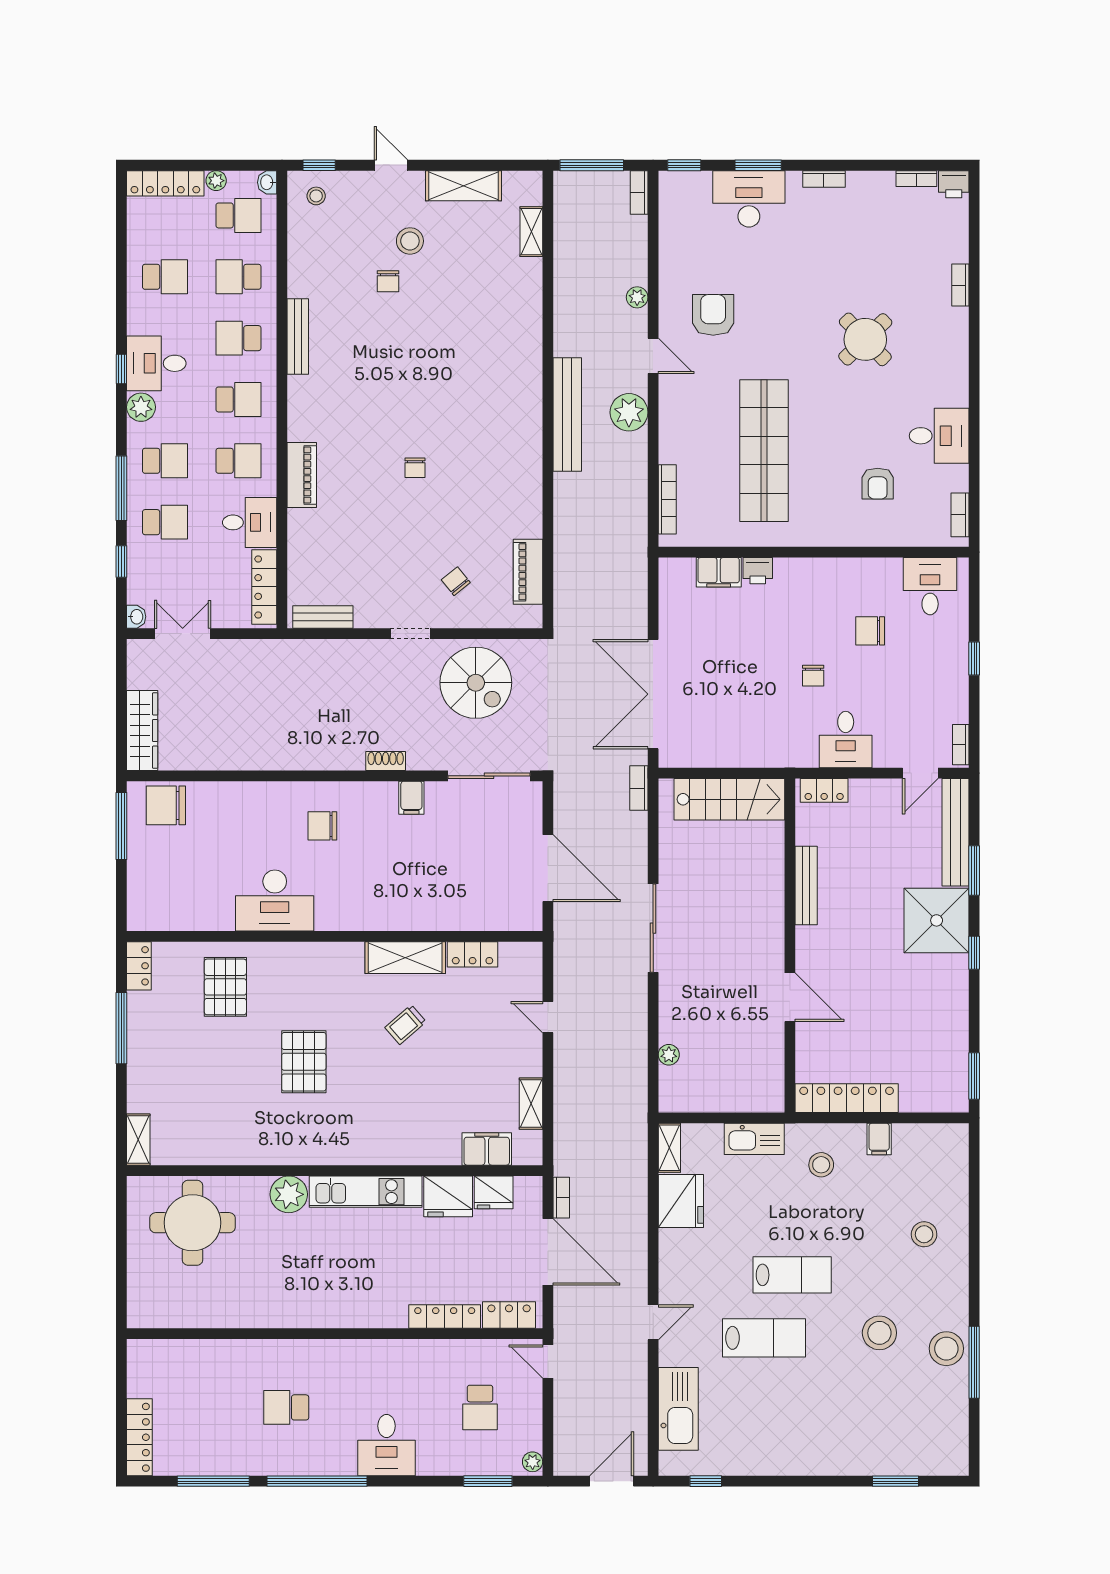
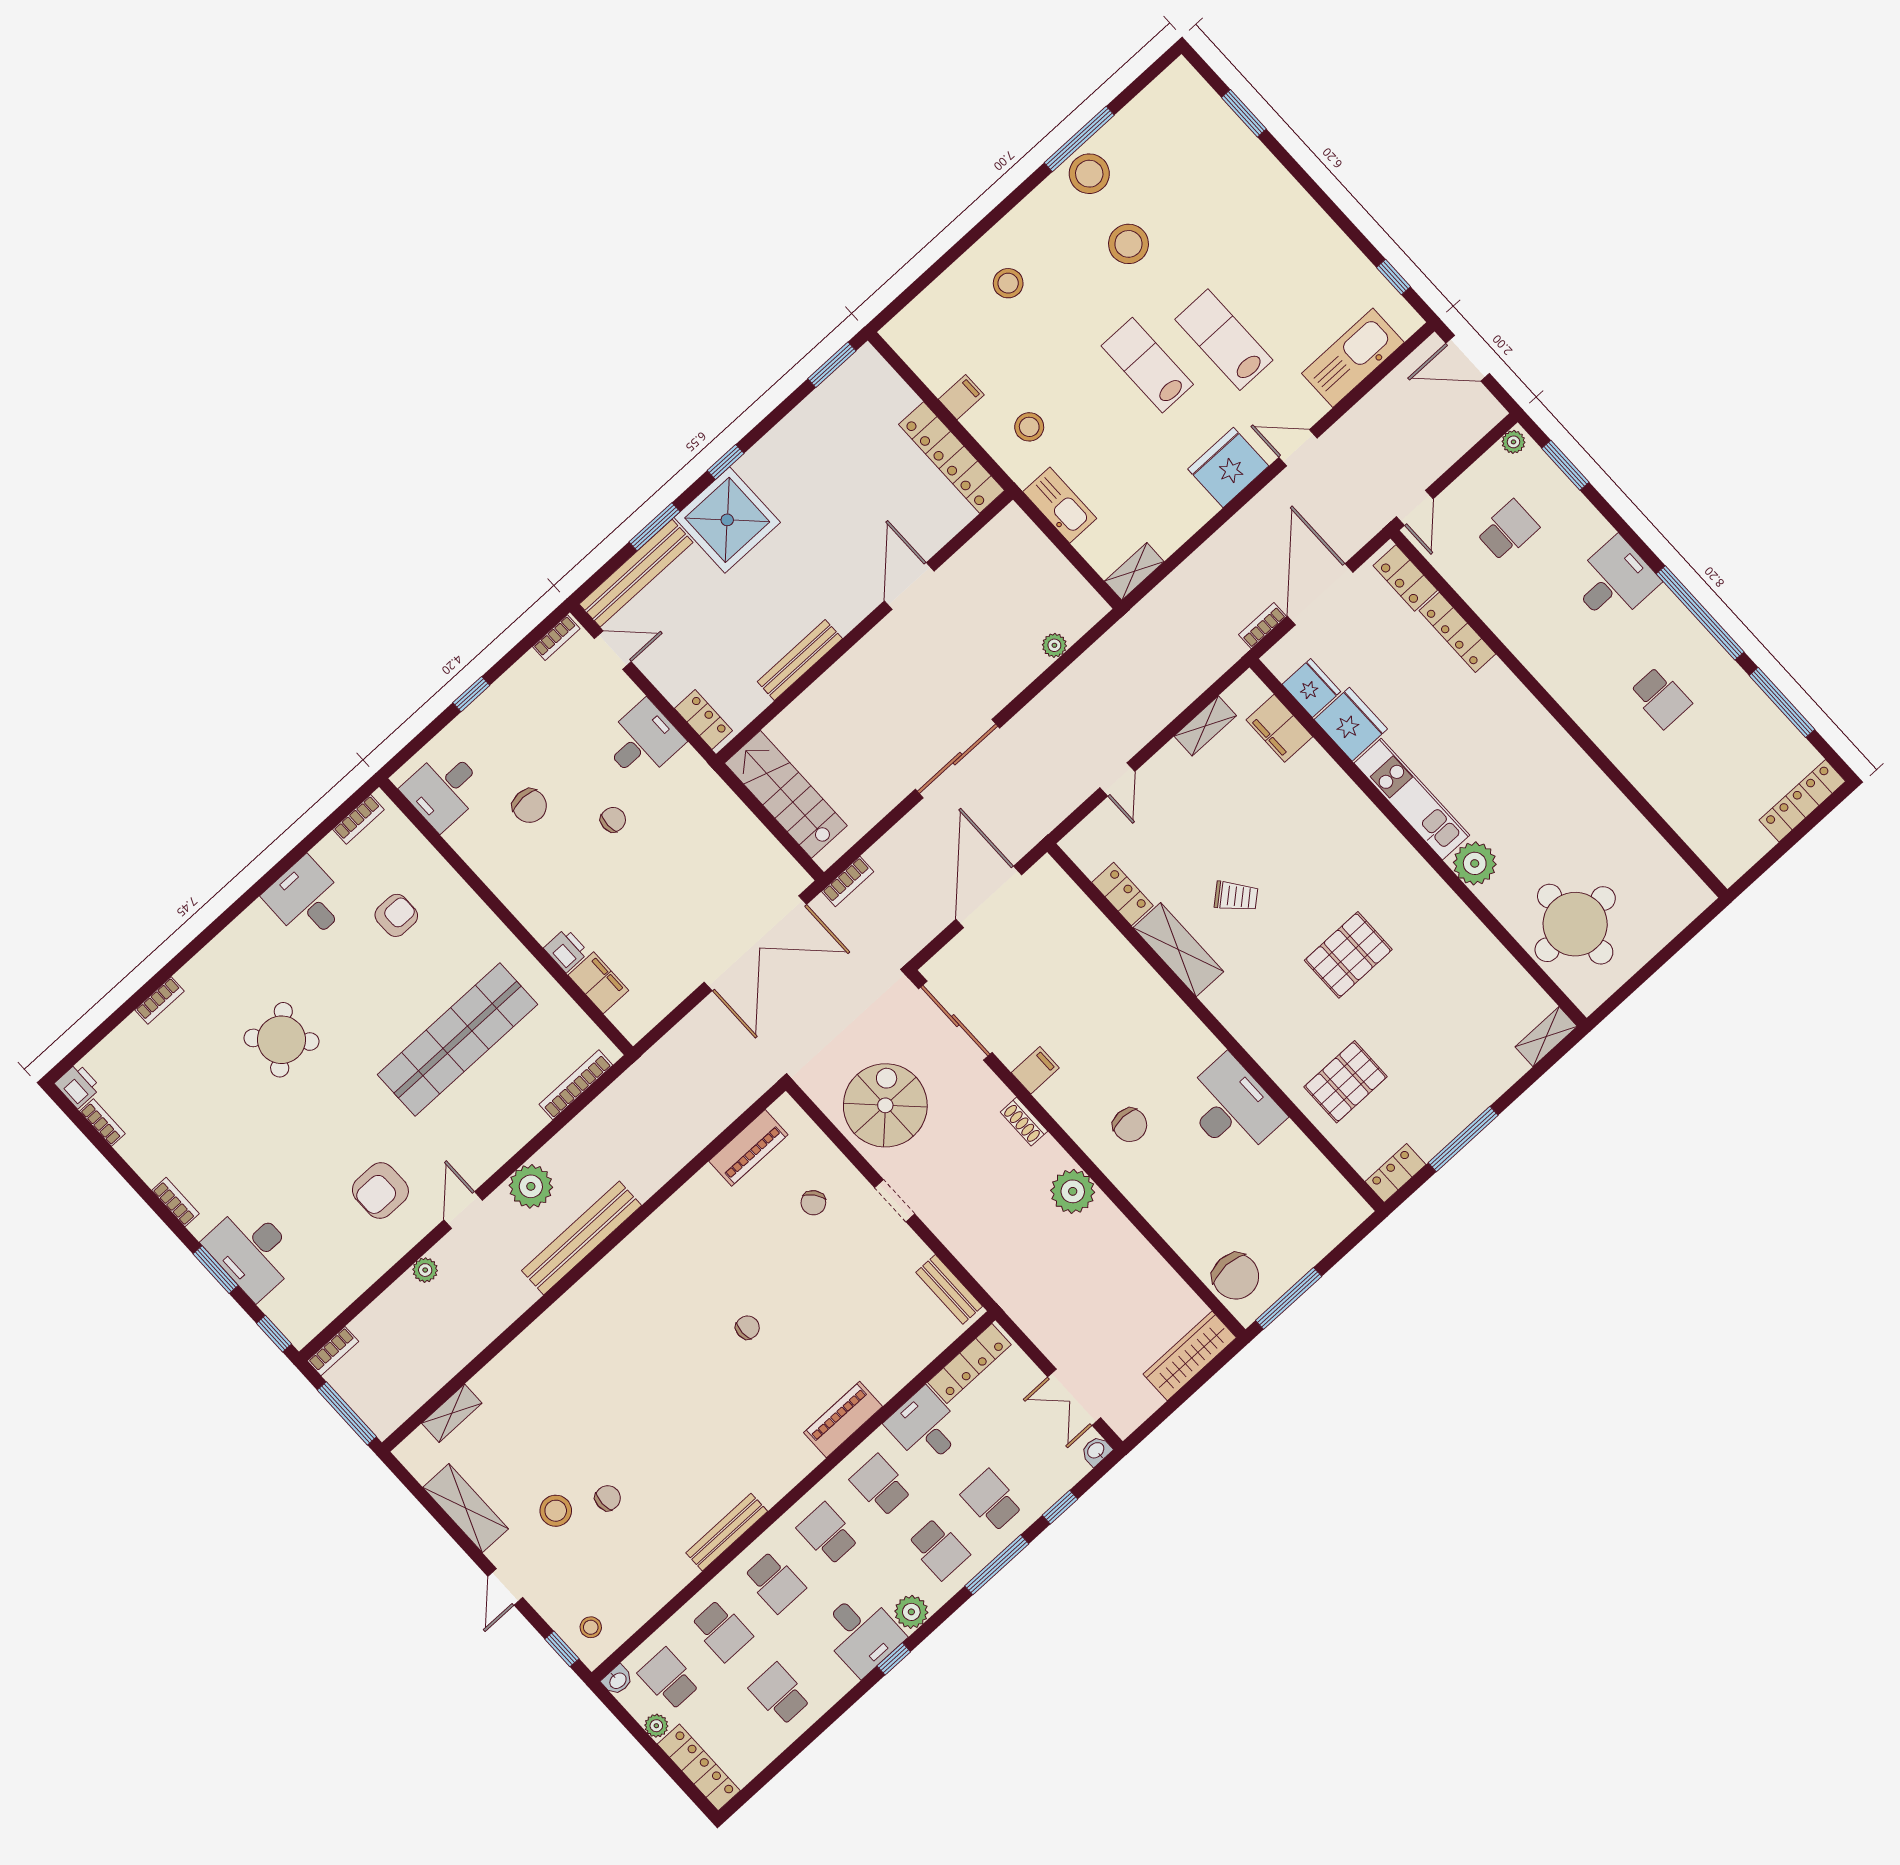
school desk: (165, 461) -> (939, 1549), turned 180
plant: (313, 751) -> (1073, 1191), added
fridge: (681, 1201) -> (1228, 467), moved

